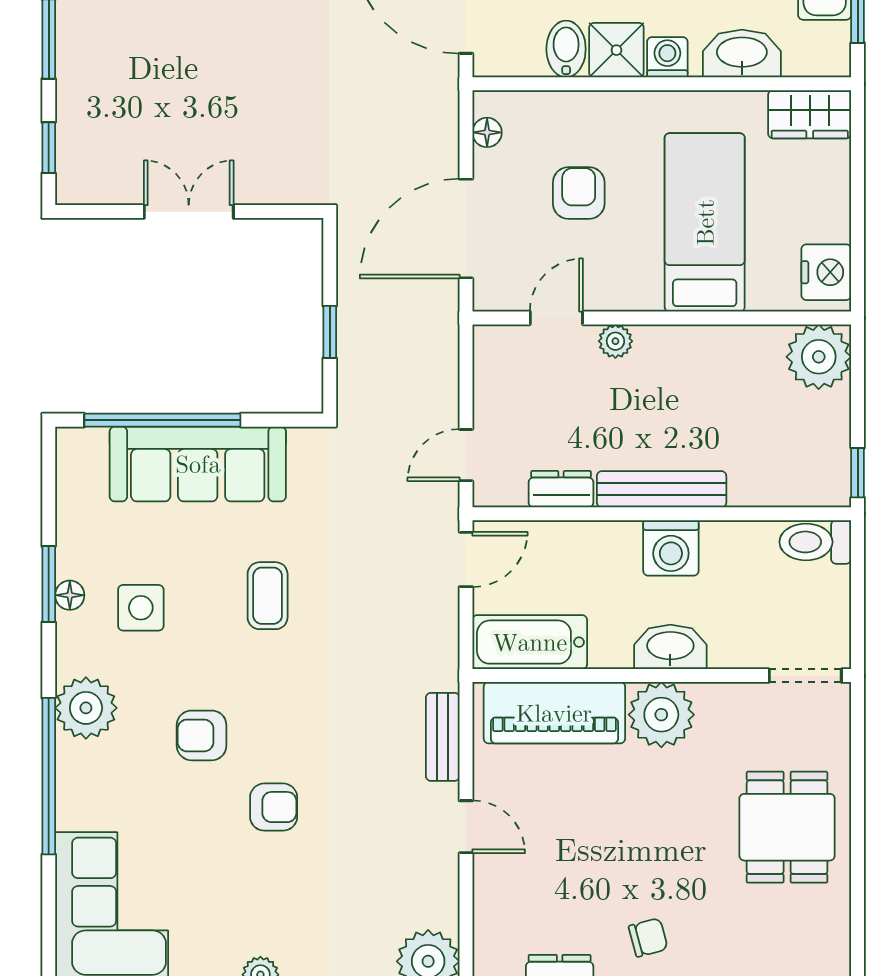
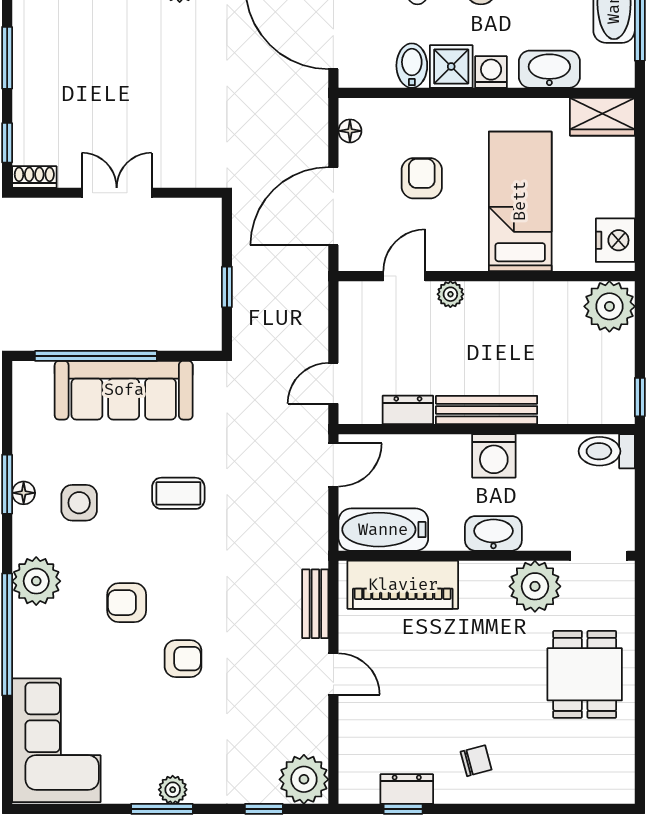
shoe rack: (83, 191) -> (34, 177), added
coffee table: (268, 596) -> (178, 493), turned 90
plant: (661, 715) -> (535, 586), moved

